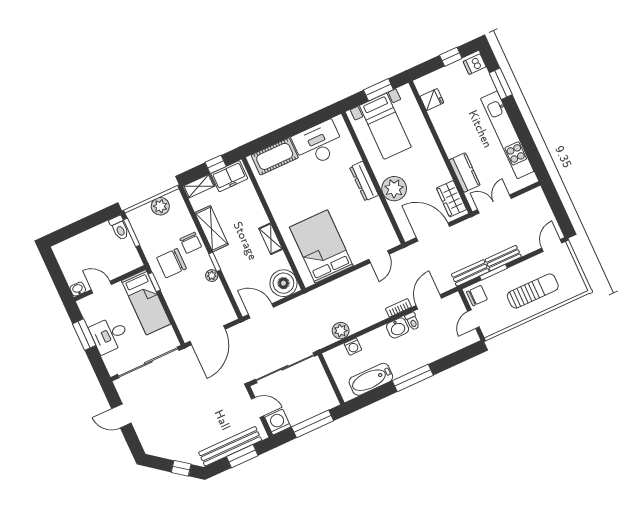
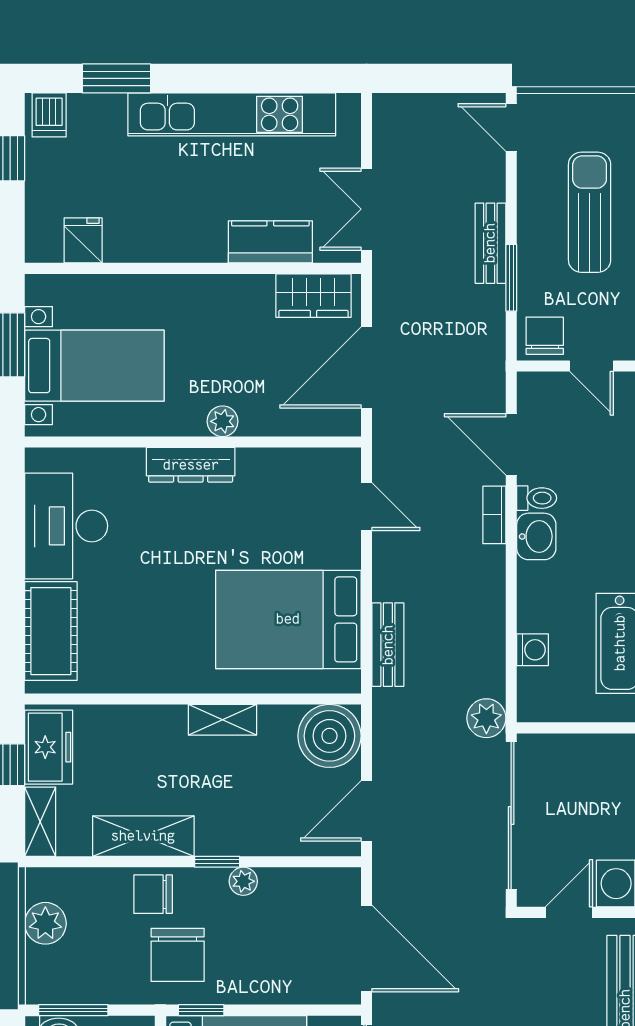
plant: (394, 189) -> (223, 421), width x0.53, depth x0.53
chair: (191, 243) -> (153, 894), turned 180
bench: (470, 273) -> (388, 645), moved
plant: (341, 331) -> (486, 718), moved

